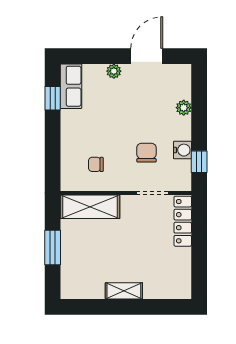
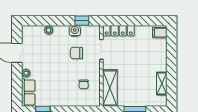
row of seats: (71, 86) -> (28, 92), moved, turned 90
filing cabinet: (180, 288) -> (160, 33), added
shelving: (124, 291) -> (162, 84), moved

